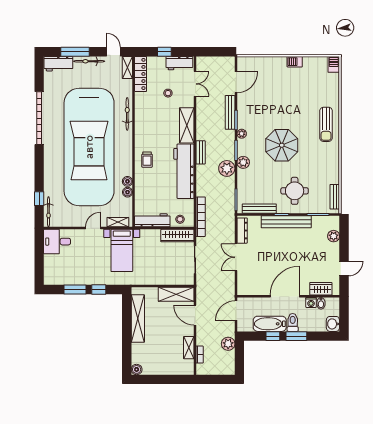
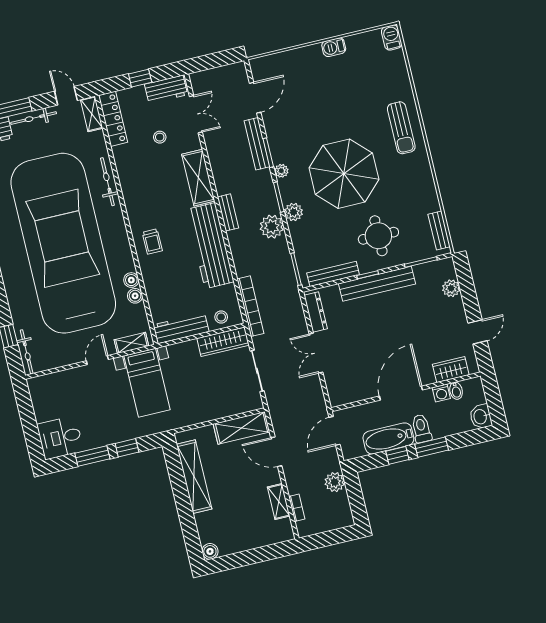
parasol: (282, 145) -> (344, 174), width x1.36, depth x1.36
car: (89, 147) -> (63, 243), turned 180
desk: (57, 242) -> (60, 438), moved

